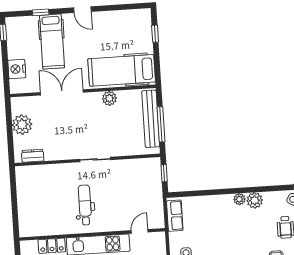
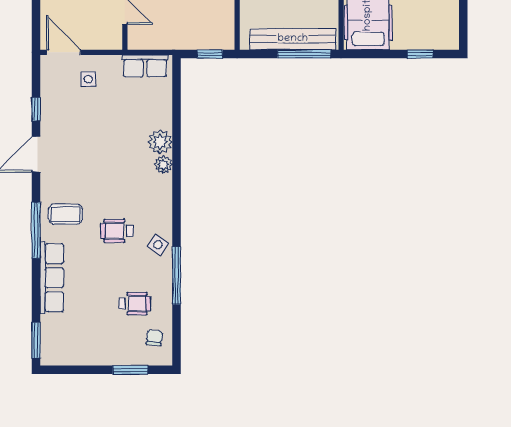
window: (161, 124) -> (304, 54), moved
plant: (255, 200) -> (160, 142), moved

